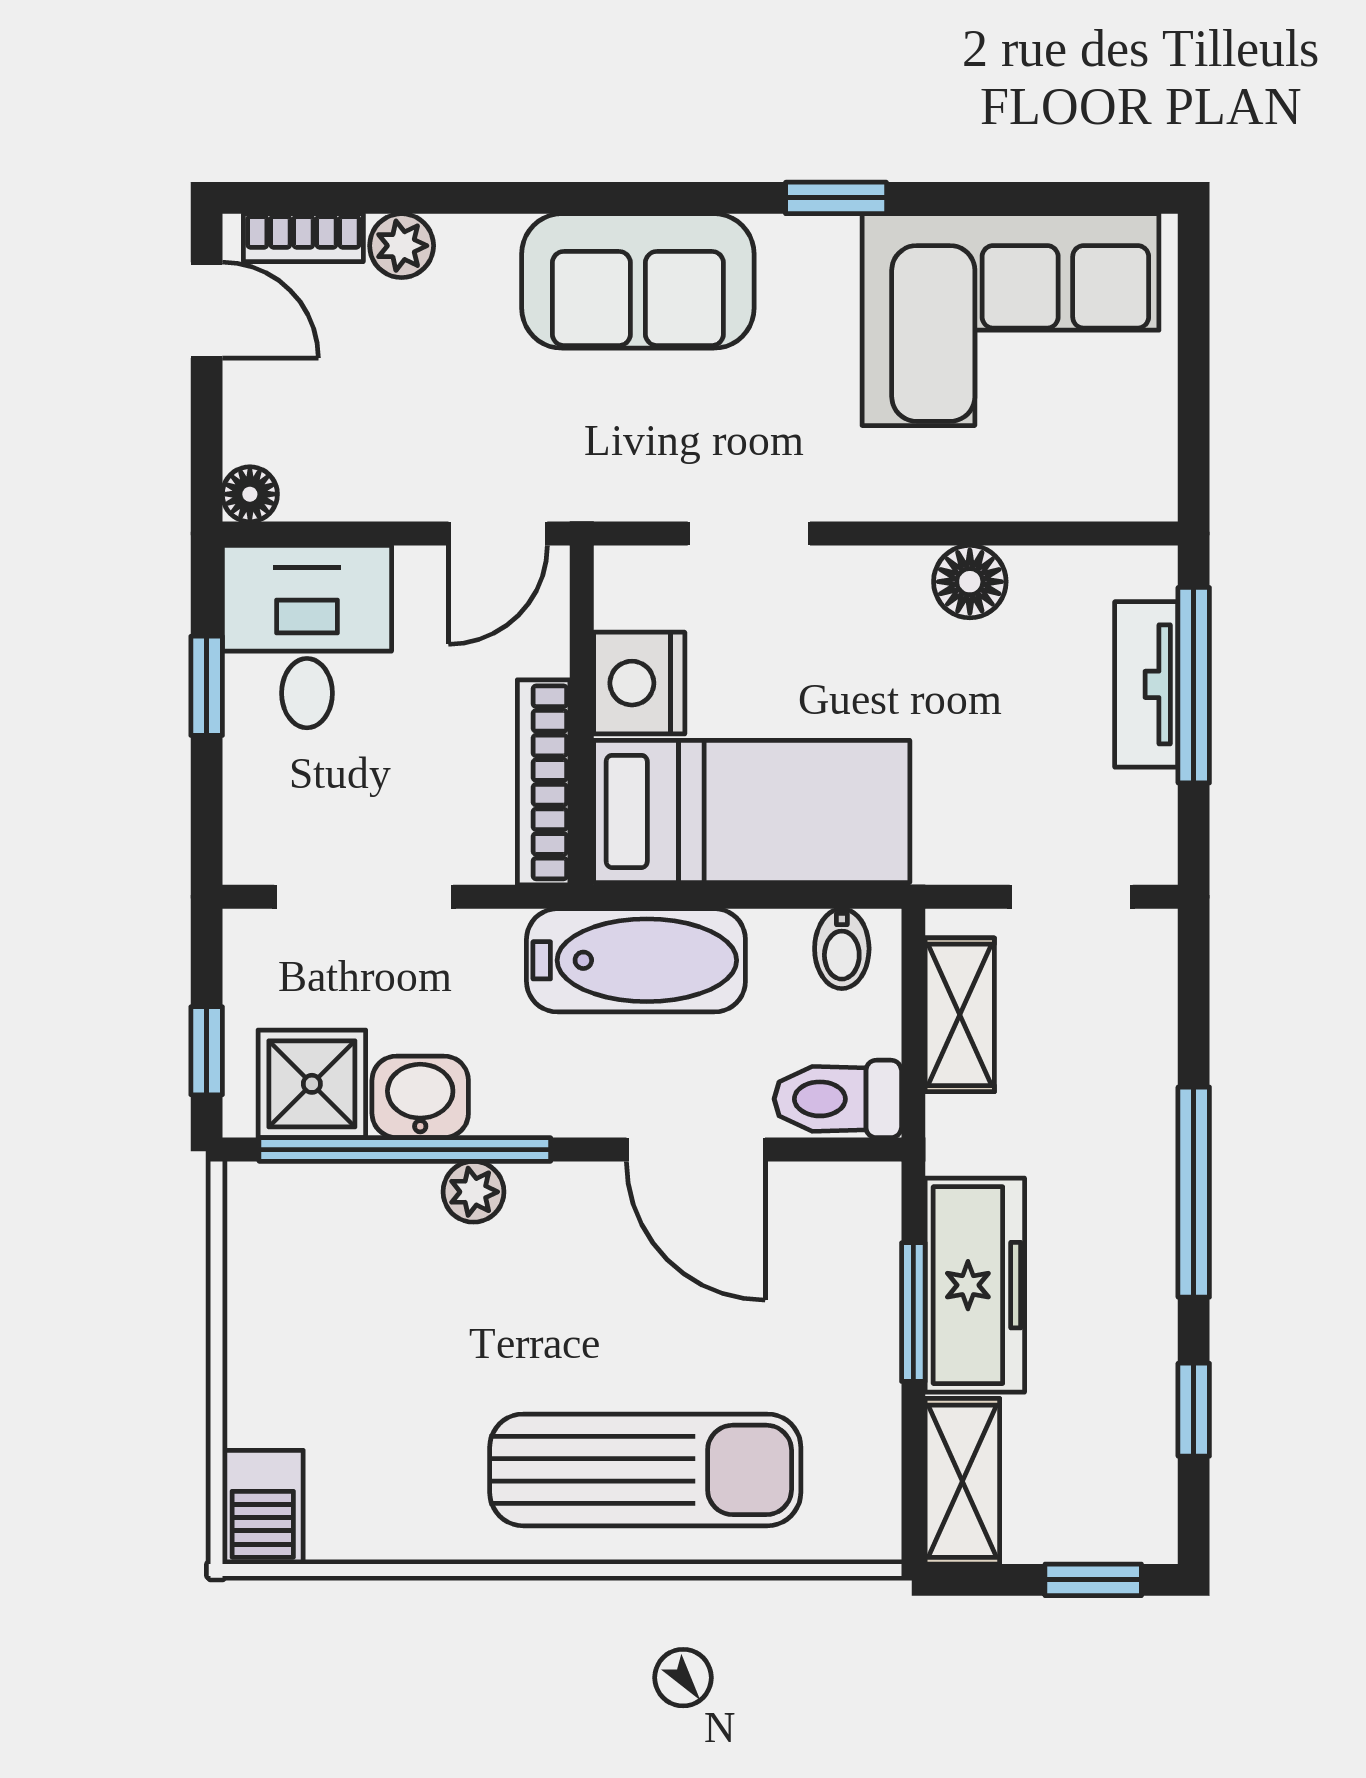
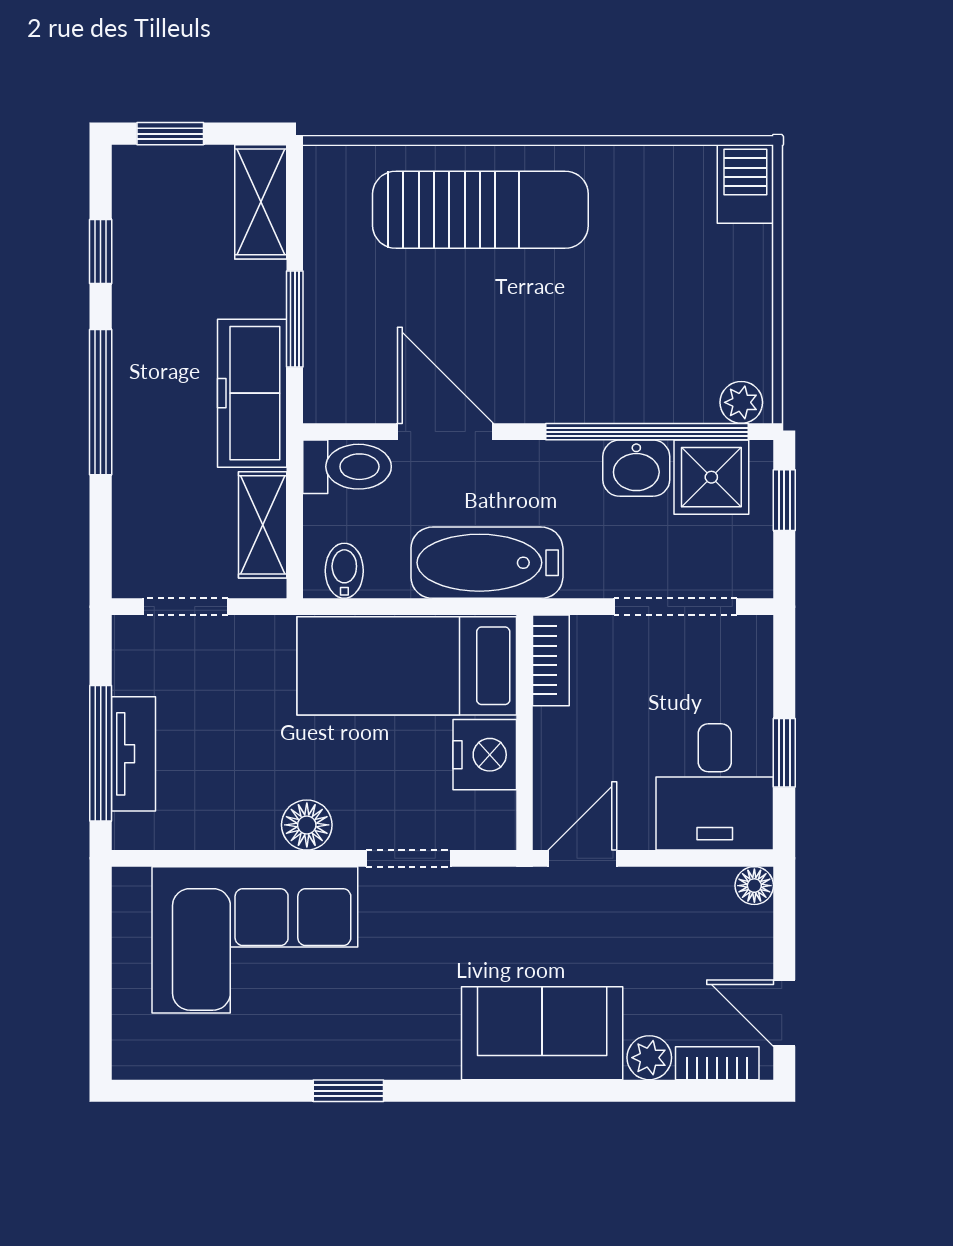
sofa: (638, 281) -> (542, 1033), moved
corner sofa: (1010, 320) -> (255, 940), moved, turned 180
floor lamp: (970, 582) -> (307, 825), moved
bookcase: (544, 782) -> (551, 660), width x0.64
plant: (473, 1192) -> (741, 402), moved
freezer: (975, 1285) -> (252, 393), moved
sun lounger: (645, 1470) -> (480, 210), turned 180

